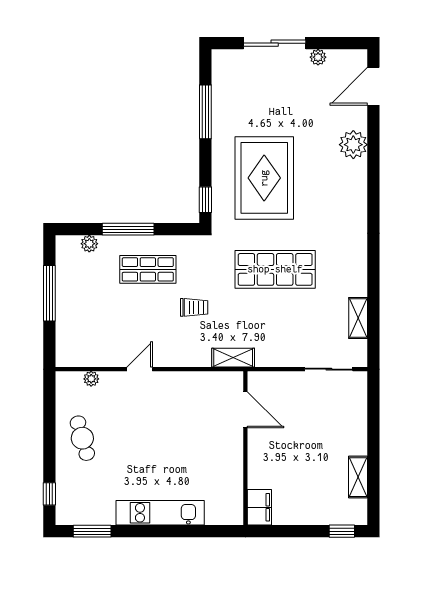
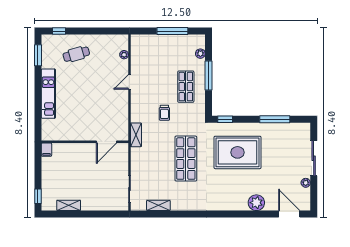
door: (140, 369) -> (129, 82), swing flipped
cafe table: (82, 438) -> (76, 54), moved
filing cabinet: (259, 507) -> (46, 150), width x0.50

